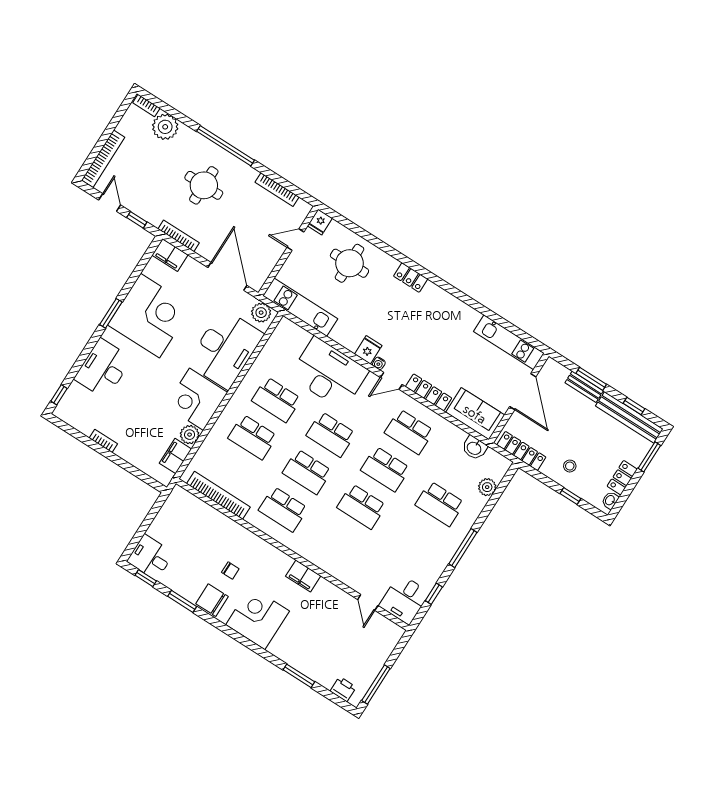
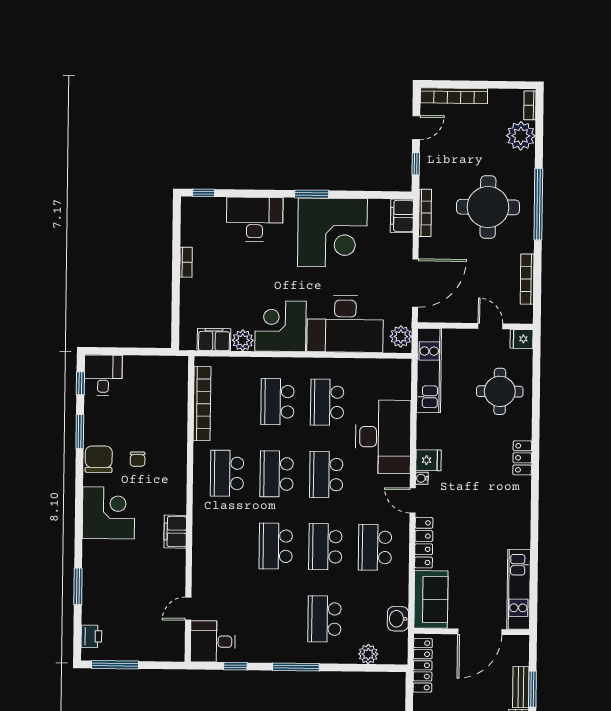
round table: (204, 185) -> (488, 207), width x1.36, depth x1.36

